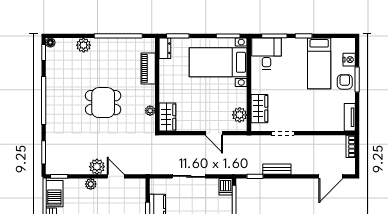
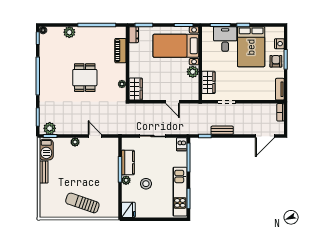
desk: (266, 54) -> (225, 39), moved
bed: (319, 63) -> (251, 47), width x1.50
dining table: (103, 103) -> (85, 78), turned 90
plant: (240, 115) -> (193, 72), moved
plant: (97, 167) -> (50, 128), moved

